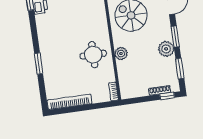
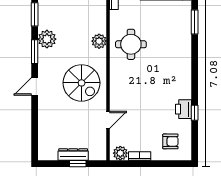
window: (39, 64) -> (195, 22), moved

